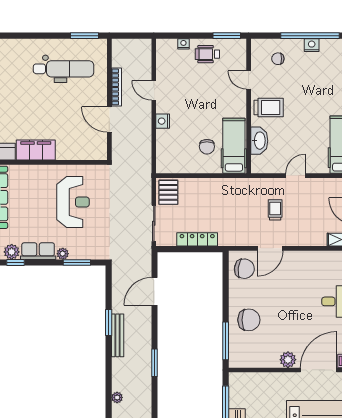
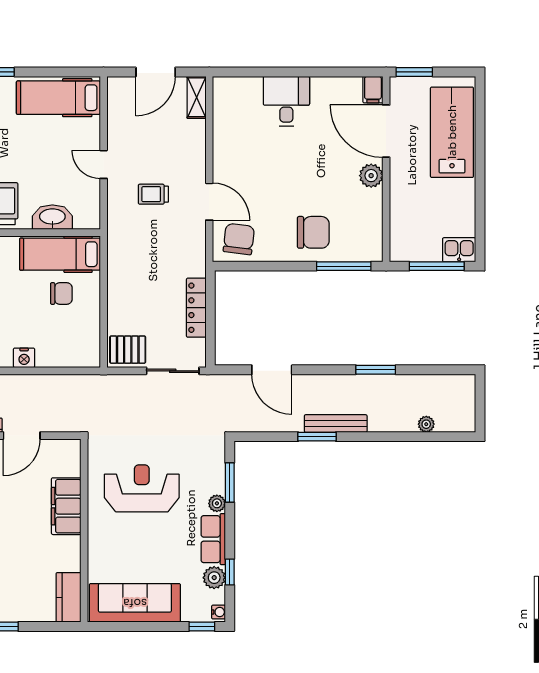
filing cabinet: (36, 150) -> (66, 506), moved
chair: (249, 320) -> (313, 232), turned 90

